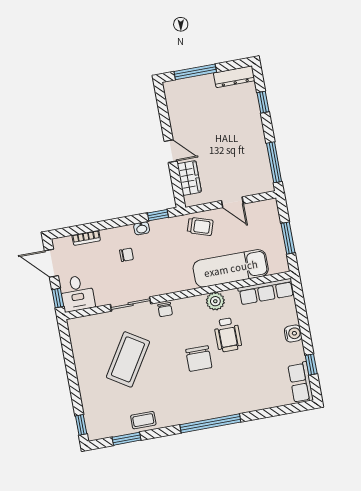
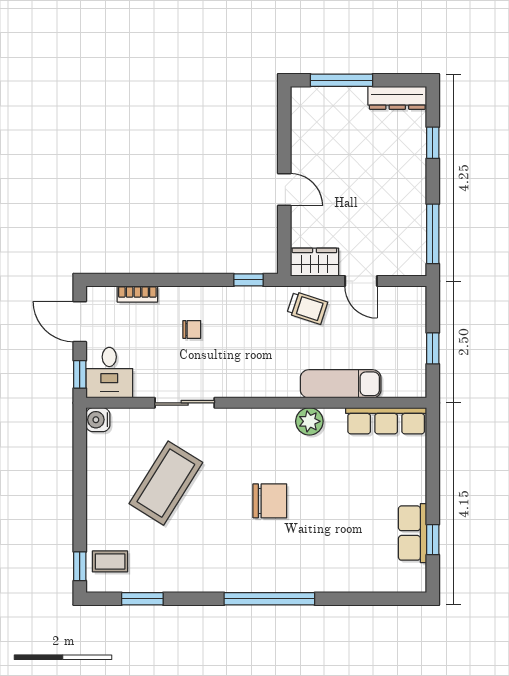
wardrobe: (189, 178) -> (314, 262), moved, turned -90
washbasin: (142, 228) -> (221, 295), removed
window: (288, 238) -> (433, 348), width x0.67
exam couch: (231, 268) -> (341, 384), width x0.73, depth x0.69
chair: (165, 310) -> (234, 420), removed
water cooler: (293, 333) -> (98, 420), moved, turned 180
wheelchair: (228, 335) -> (318, 474), removed
chair: (199, 359) -> (270, 501), turned -90
row of seats: (301, 382) -> (412, 533), moved
coffee table: (143, 420) -> (110, 561), moved

